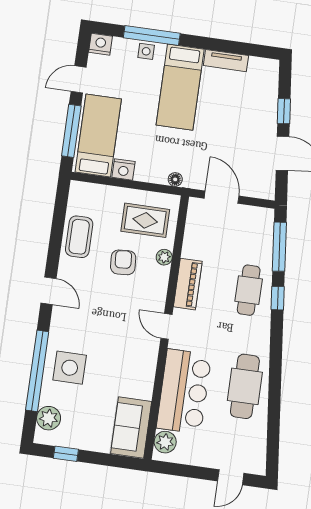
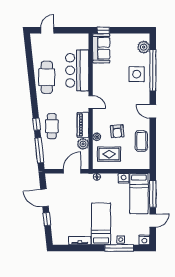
door: (222, 197) -> (72, 171), swing flipped
plant: (165, 442) -> (83, 144), moved
window: (66, 454) -> (103, 30), moved

